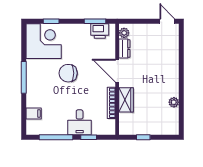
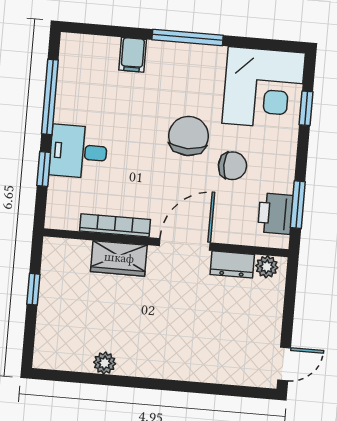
chair: (80, 52) -> (232, 166), added
filing cabinet: (34, 114) -> (133, 55), moved

